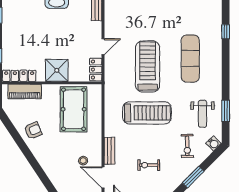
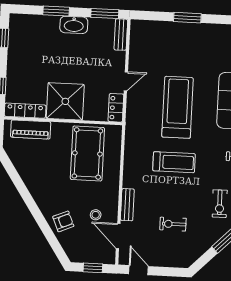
shower: (57, 70) -> (65, 101), width x1.37, depth x1.37
treadmill: (147, 113) -> (174, 162), width x0.73, depth x0.73
armchair: (33, 131) -> (63, 221), moved

